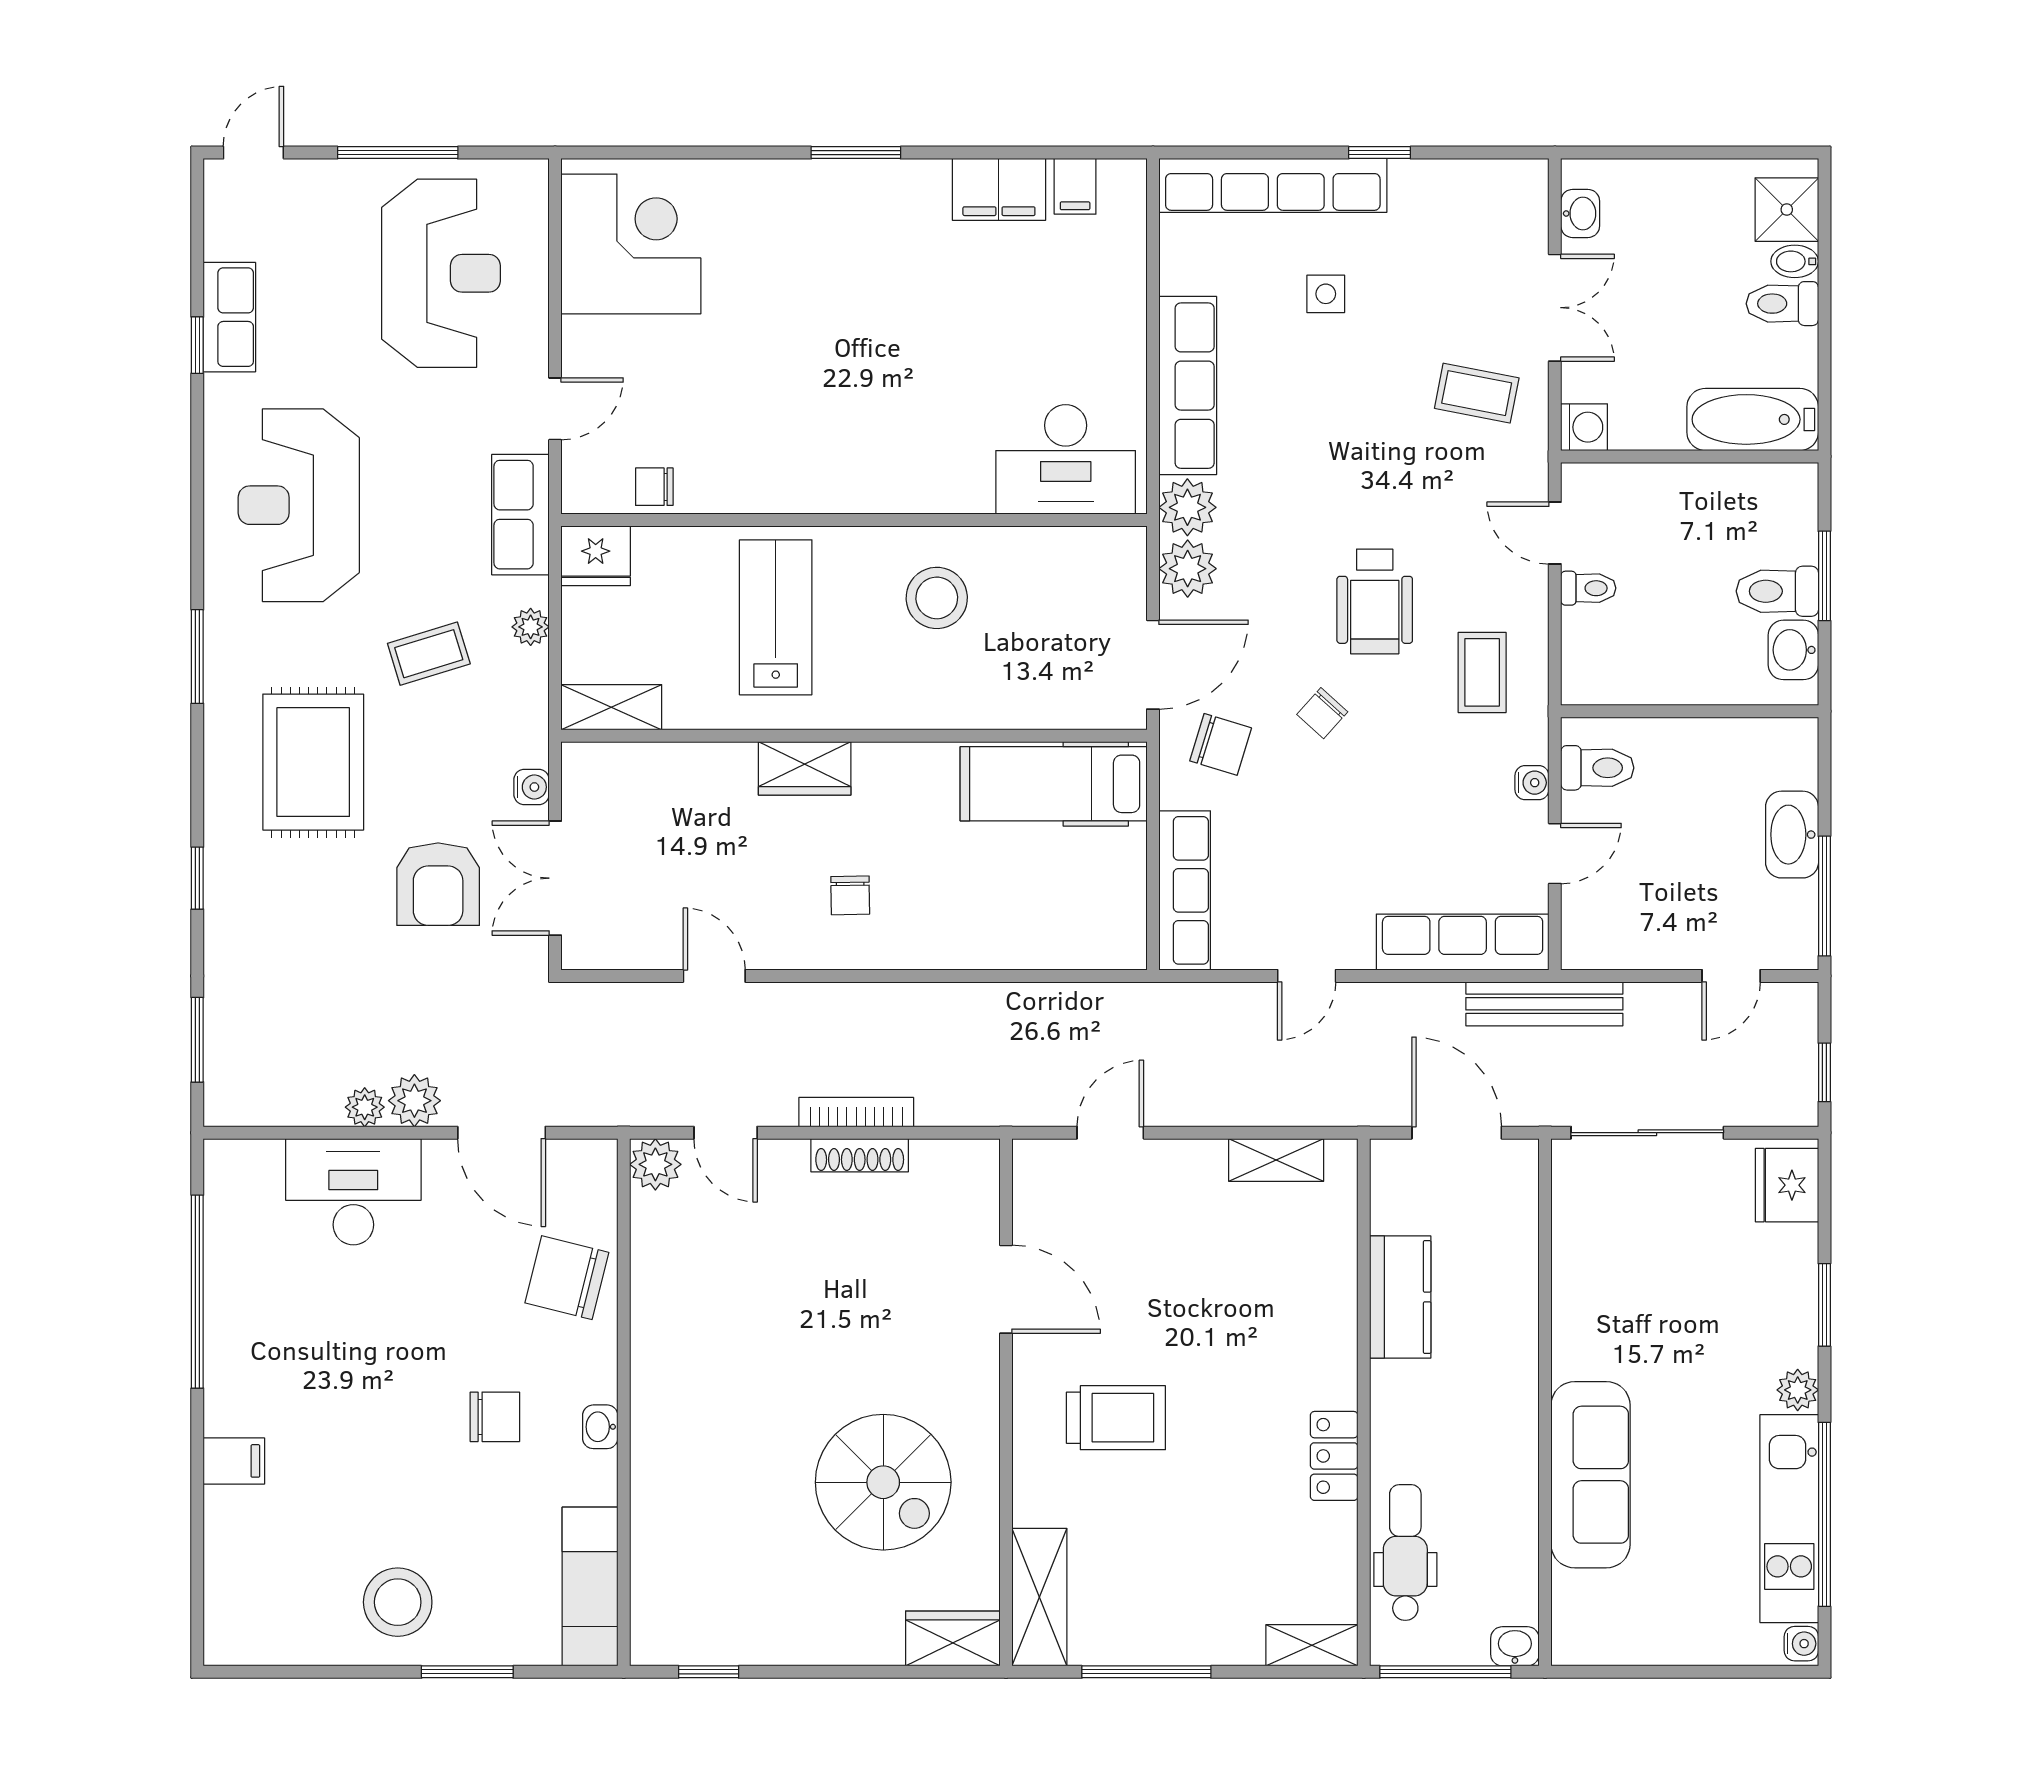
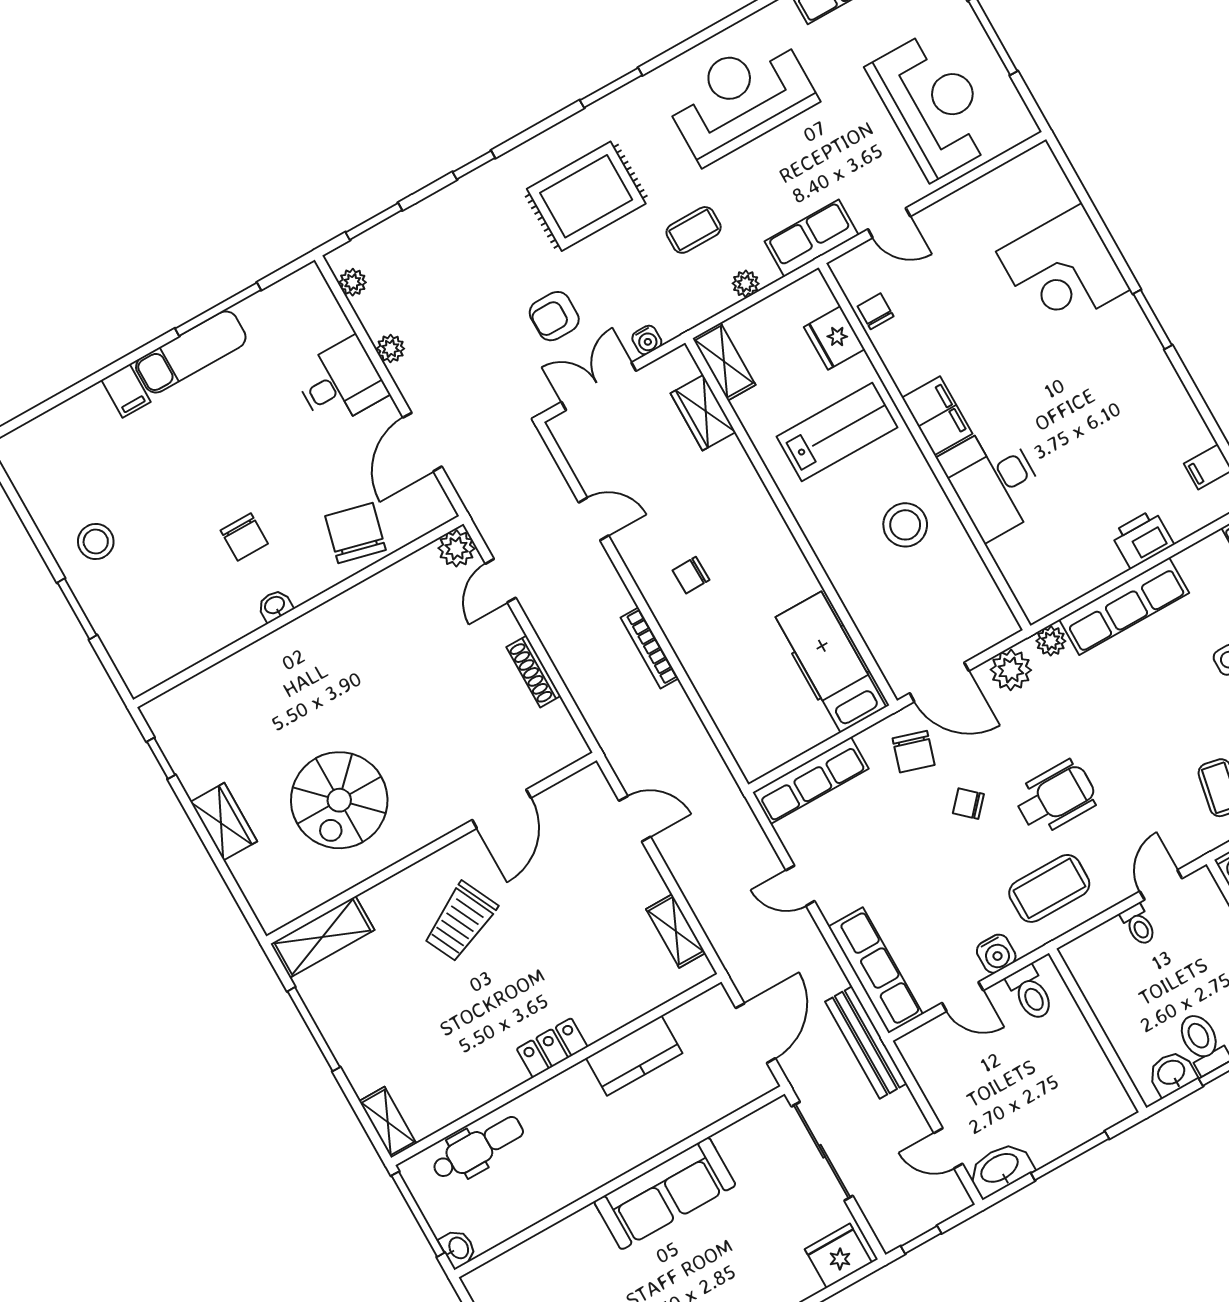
filing cabinet: (999, 189) -> (937, 416), moved, turned 180
corner desk: (631, 244) -> (1063, 270), moved, turned 90
reception desk: (441, 273) -> (933, 105), turned -90
printer: (1118, 317) -> (1142, 539), added
desk: (1066, 459) -> (994, 482), moved
plant: (1187, 507) -> (1051, 641), width x0.73, depth x0.73
fridge: (596, 556) -> (834, 338), moved
wheelchair: (1375, 601) -> (1056, 797), turned 180
coffee table: (429, 654) -> (694, 230), turned -73
coffee table: (1482, 672) -> (1049, 888), width x1.36, depth x1.30
wardrobe: (805, 768) -> (703, 413), moved
water cooler: (1532, 783) -> (996, 954), width x1.38, depth x1.38
washbasin: (1792, 835) -> (1000, 1169), moved
armchair: (438, 884) -> (554, 316), width x0.72, depth x0.72
window: (1824, 896) -> (1070, 1156), moved
door: (714, 976) -> (594, 519), hinge flipped
plant: (414, 1101) -> (353, 282), moved, width x0.73, depth x0.73
bookcase: (856, 1112) -> (650, 648), moved, turned 180
desk: (353, 1192) -> (341, 382), width x0.73
window: (197, 1292) -> (218, 309), width x0.68
trolley: (1116, 1418) -> (460, 922), turned 64
locker: (1334, 1456) -> (552, 1048), moved
sofa: (1591, 1475) -> (665, 1193), moved
exam couch: (590, 1586) -> (191, 352), moved, turned 180
stool: (398, 1602) -> (96, 542), width x0.73, depth x0.73
wardrobe: (953, 1638) -> (224, 822), moved

